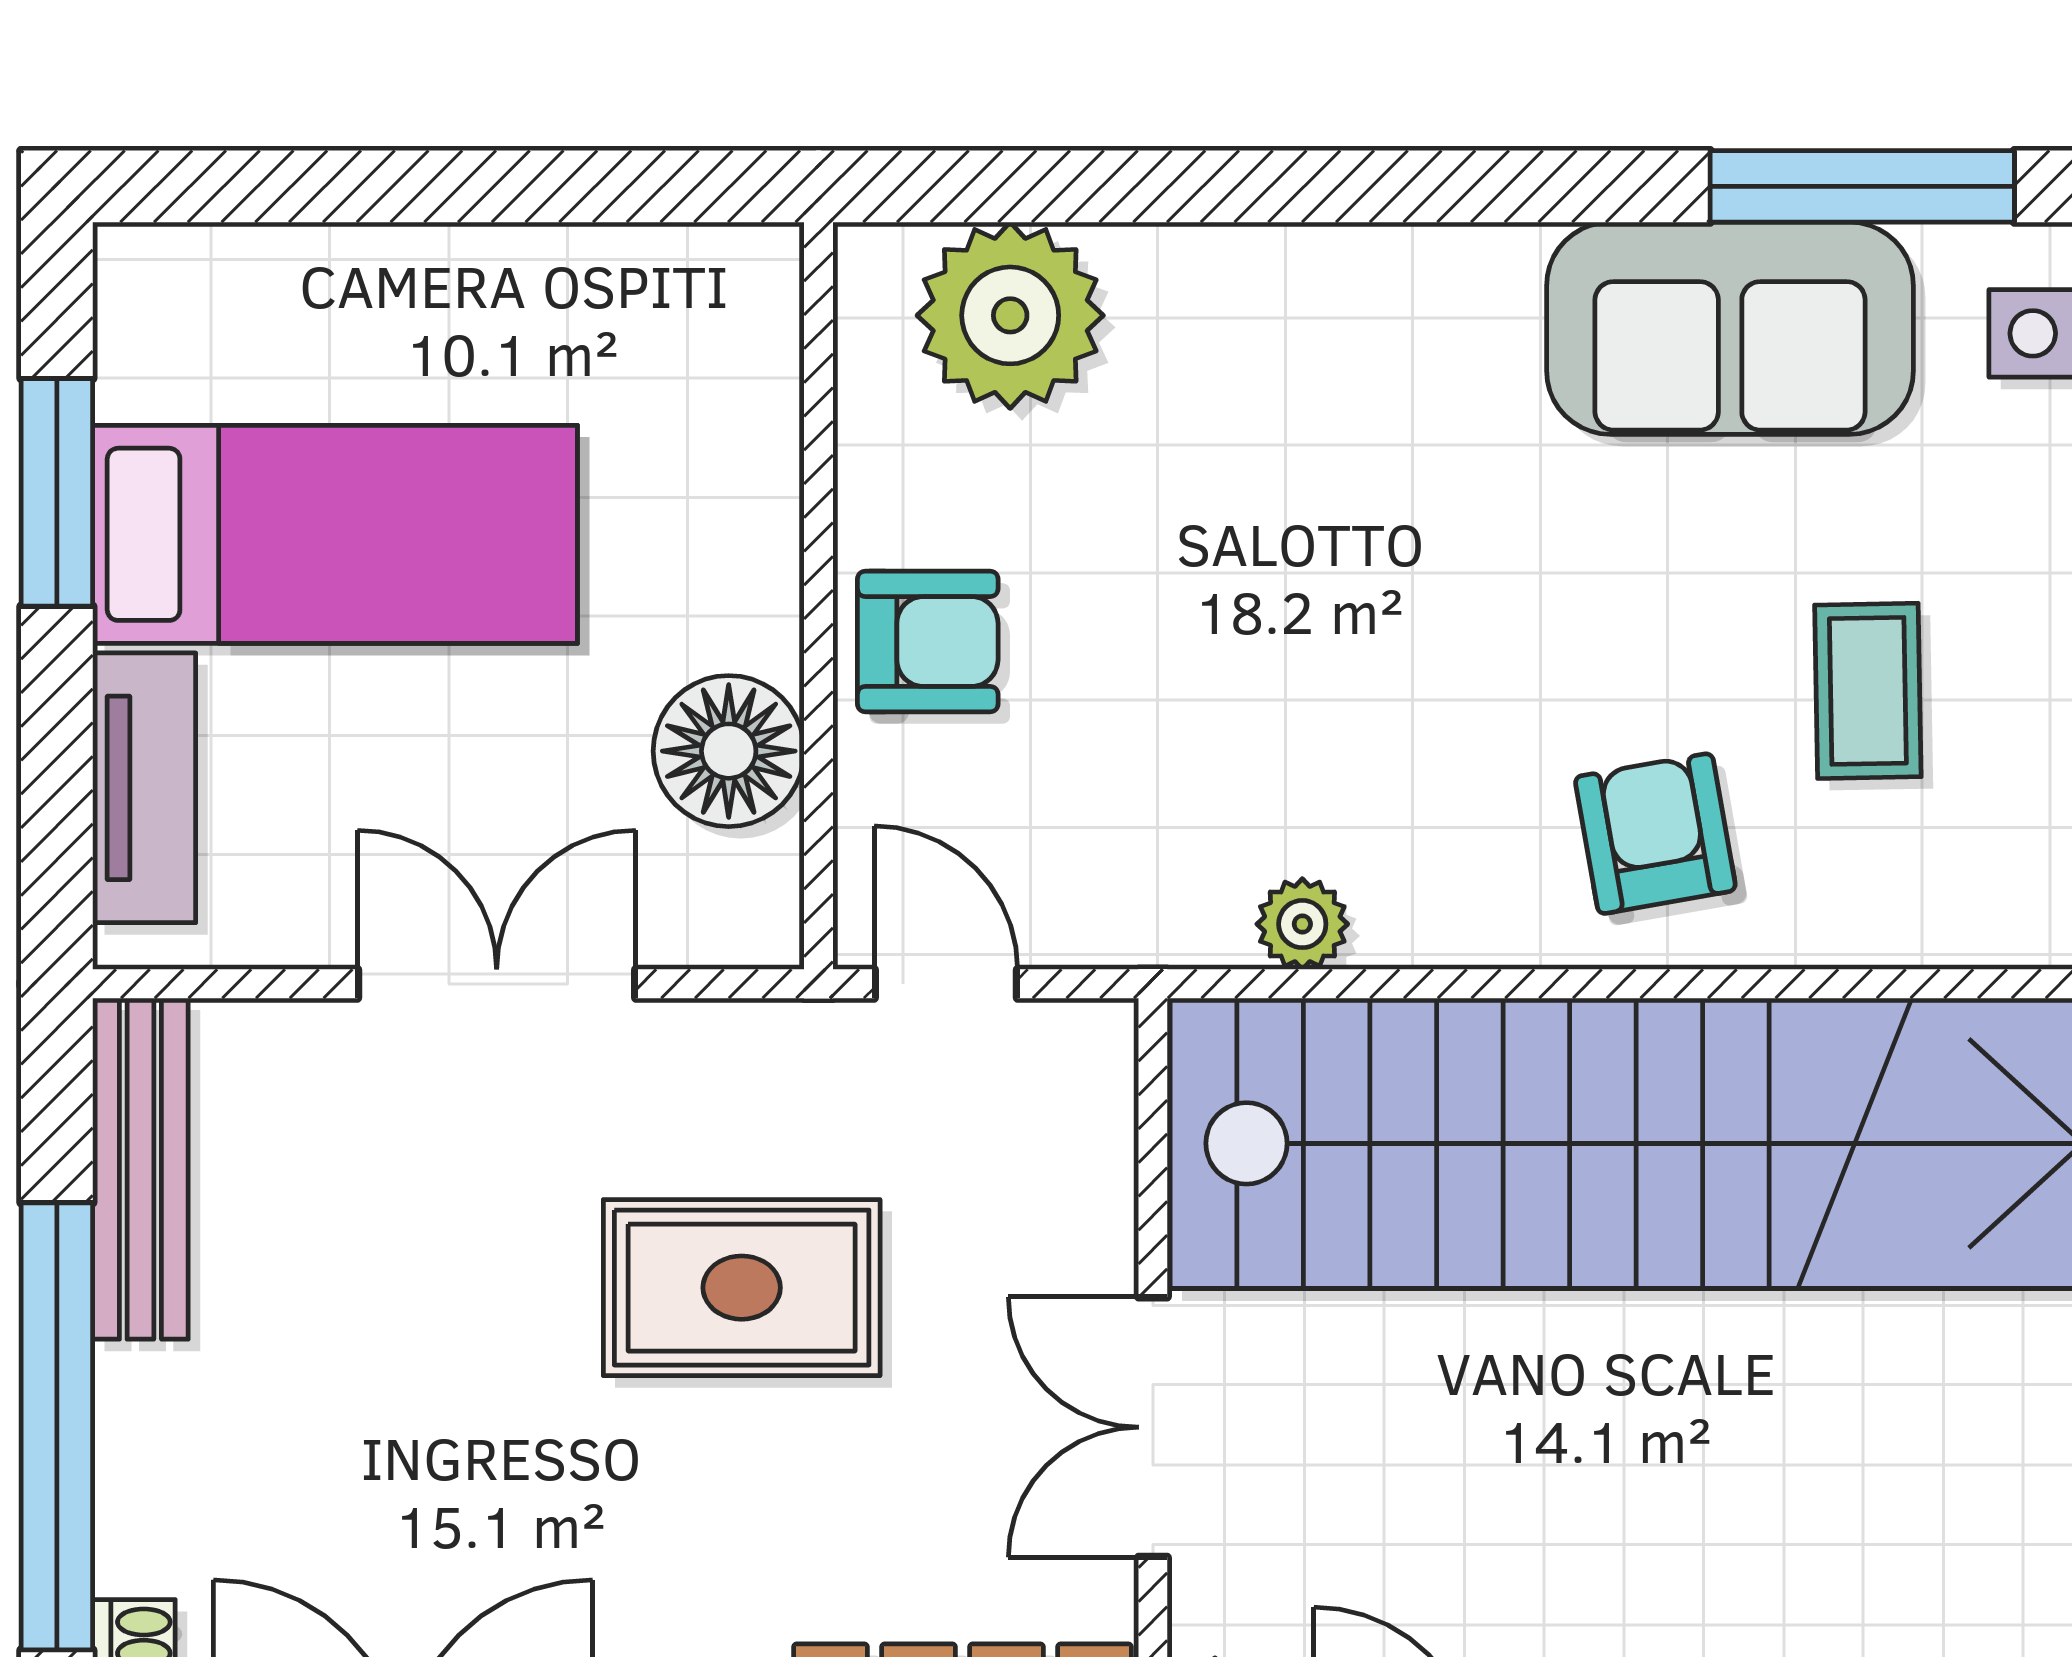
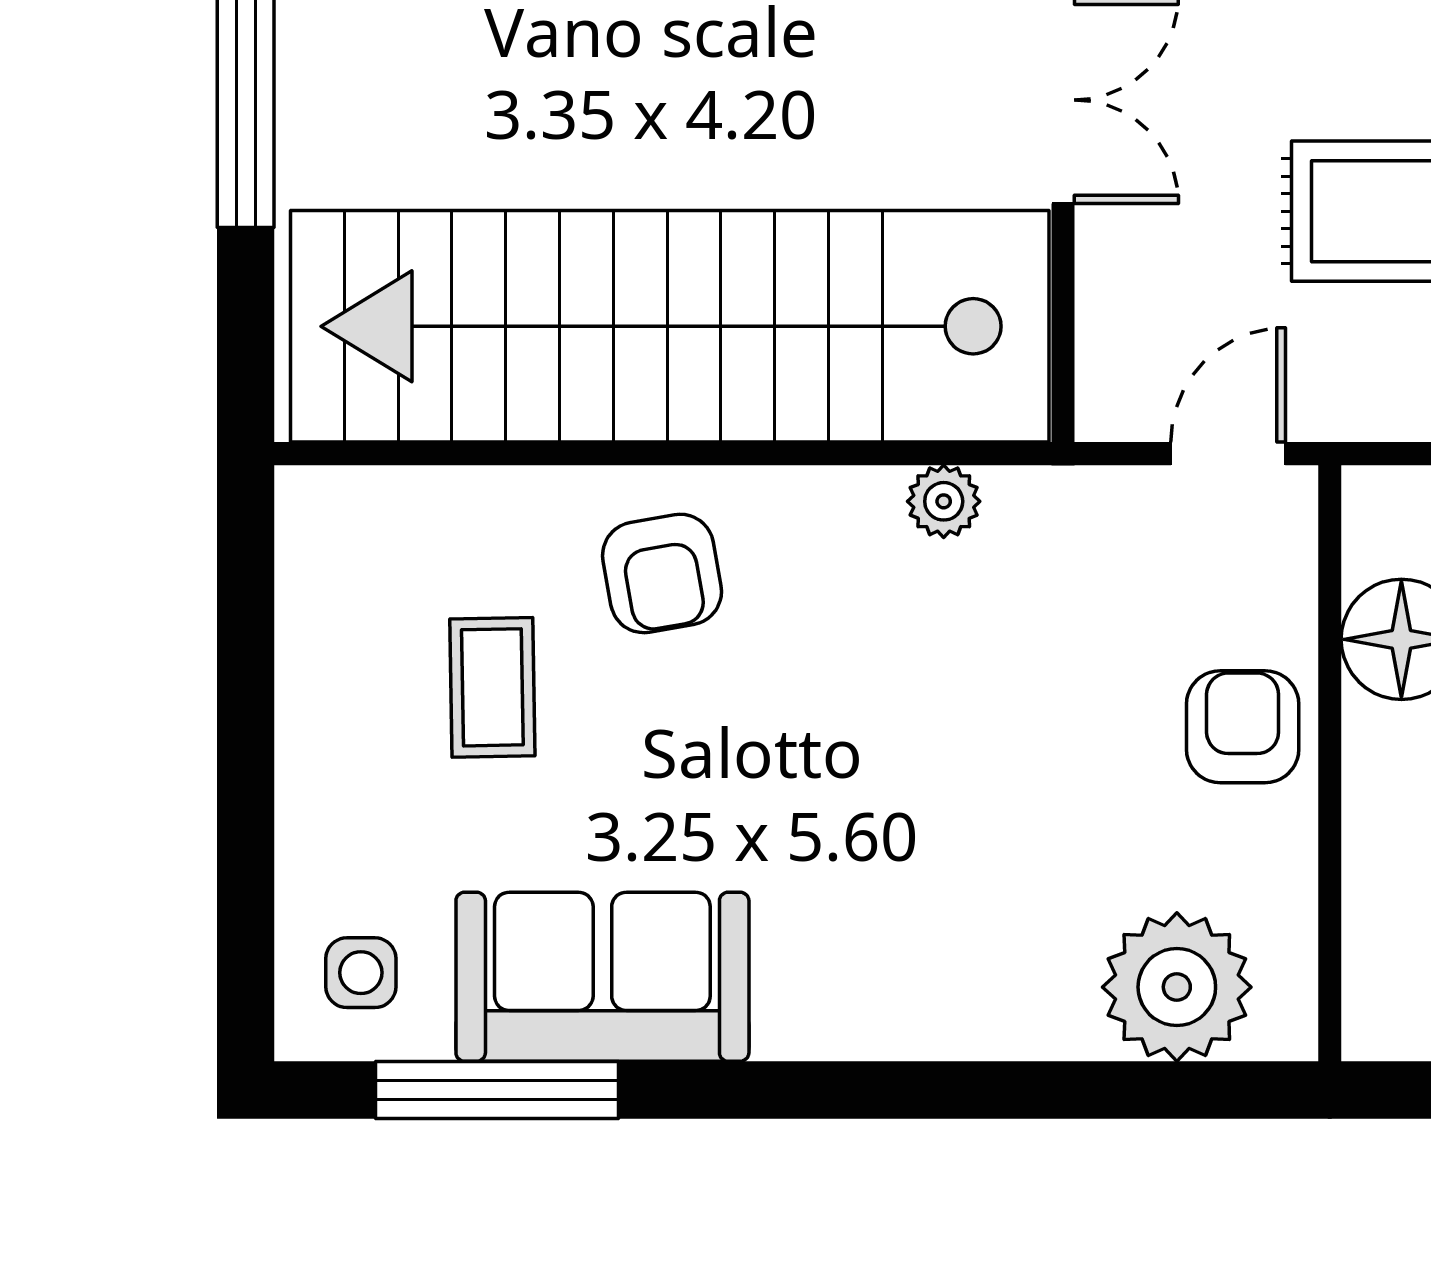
armchair: (928, 642) -> (1243, 727), turned 90
door: (946, 984) -> (1228, 454), swing flipped

